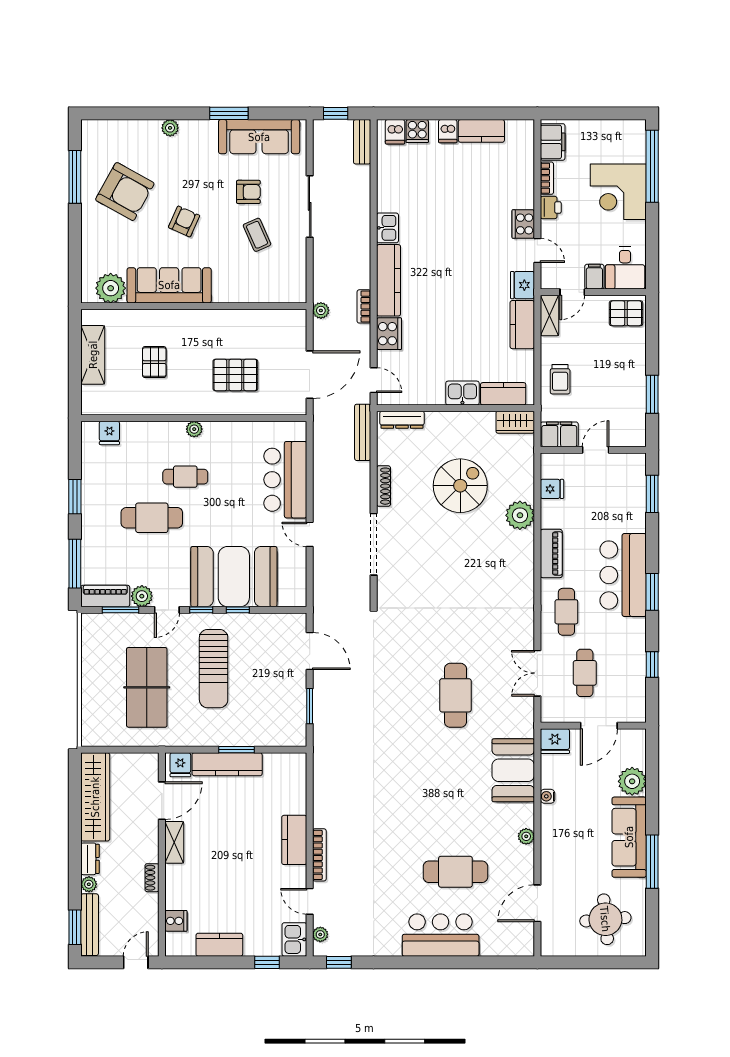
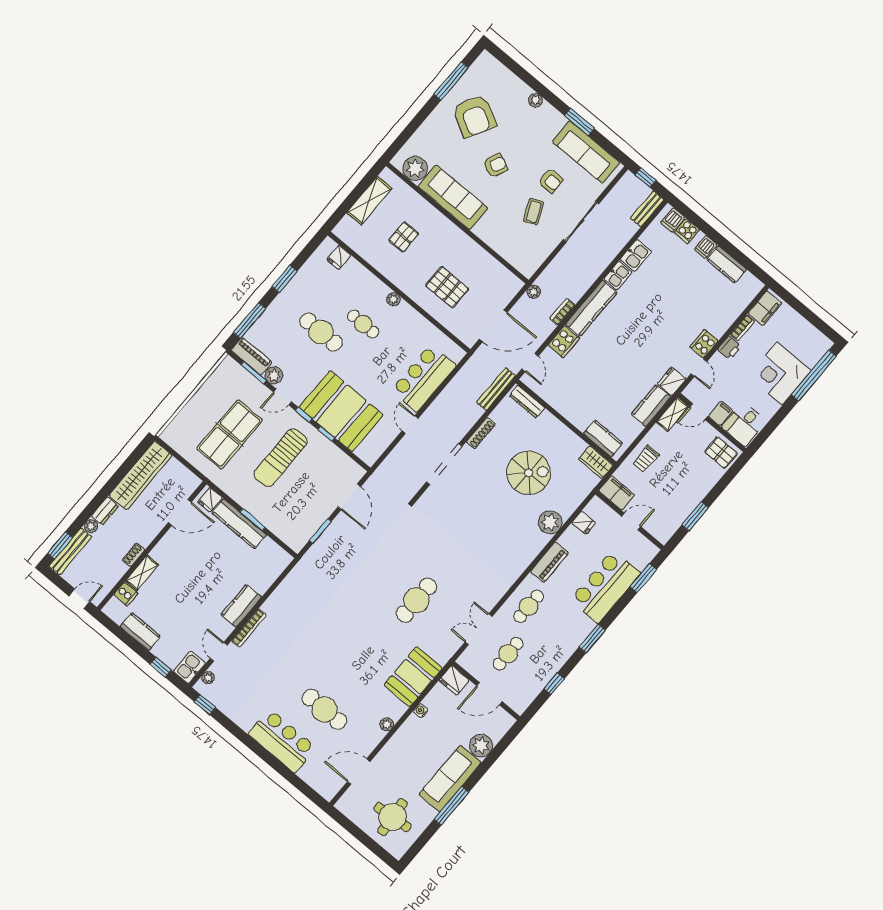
kitchen sink: (462, 393) -> (636, 256), moved, turned 90
bar counter: (623, 575) -> (605, 586), moved
shelving: (174, 842) -> (142, 573), moved

